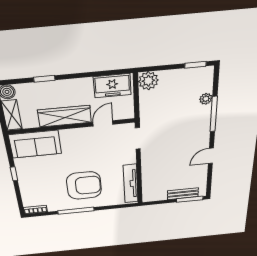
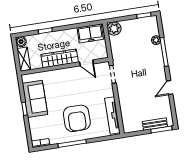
door: (103, 123) -> (87, 63), swing flipped
sofa: (35, 144) -> (35, 99), moved, turned -90
armchair: (84, 186) -> (77, 118), turned 90

